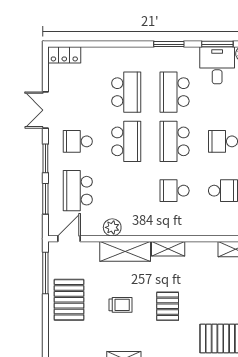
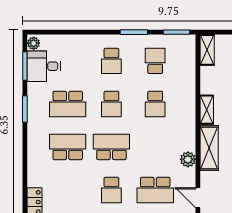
school desk: (175, 141) -> (111, 104), width x0.54

